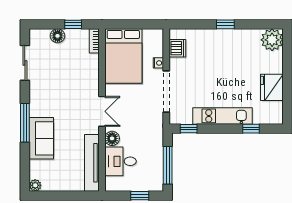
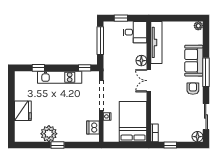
floor lamp: (58, 36) -> (197, 137), moved
plant: (272, 40) -> (49, 134), moved
fridge: (272, 87) -> (23, 111), moved
armchair: (43, 100) -> (193, 89), added
desk: (120, 161) -> (135, 32), moved

